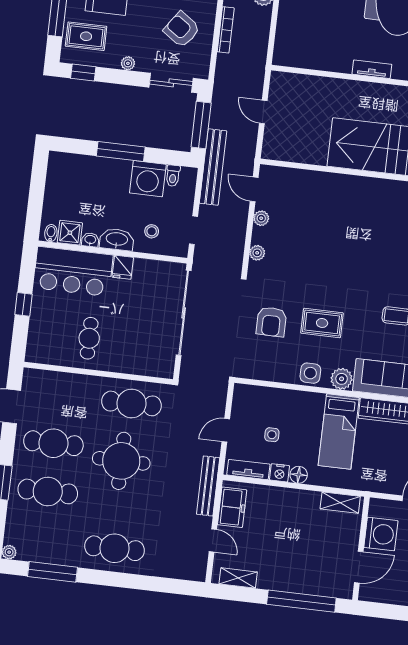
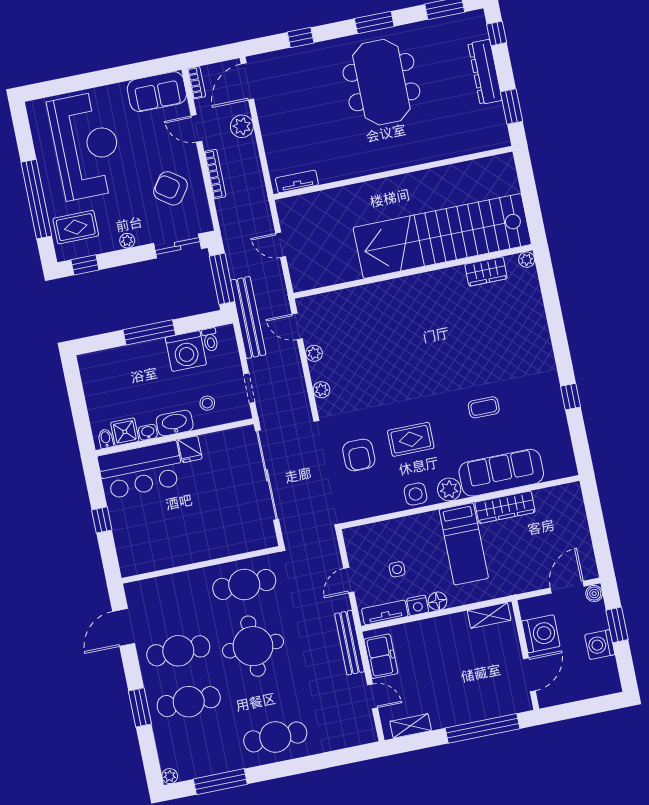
tv unit: (372, 69) -> (297, 181), moved
cafe table: (89, 338) -> (180, 532), removed

